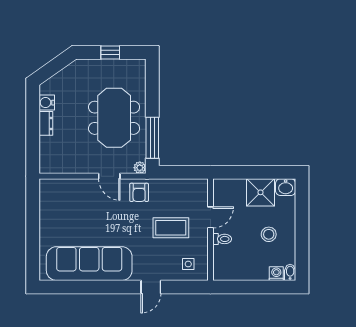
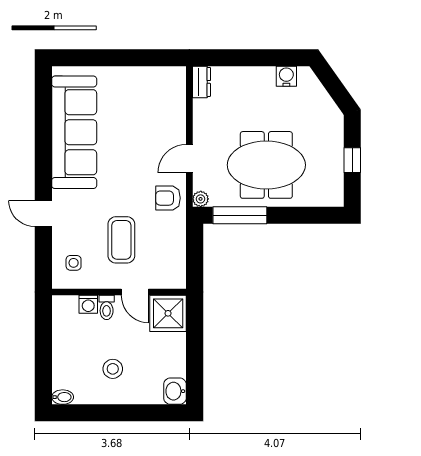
dresser: (46, 123) -> (201, 82), moved, turned -90
shower: (261, 192) -> (168, 313), moved
washing machine: (276, 274) -> (88, 304), moved, turned 90

